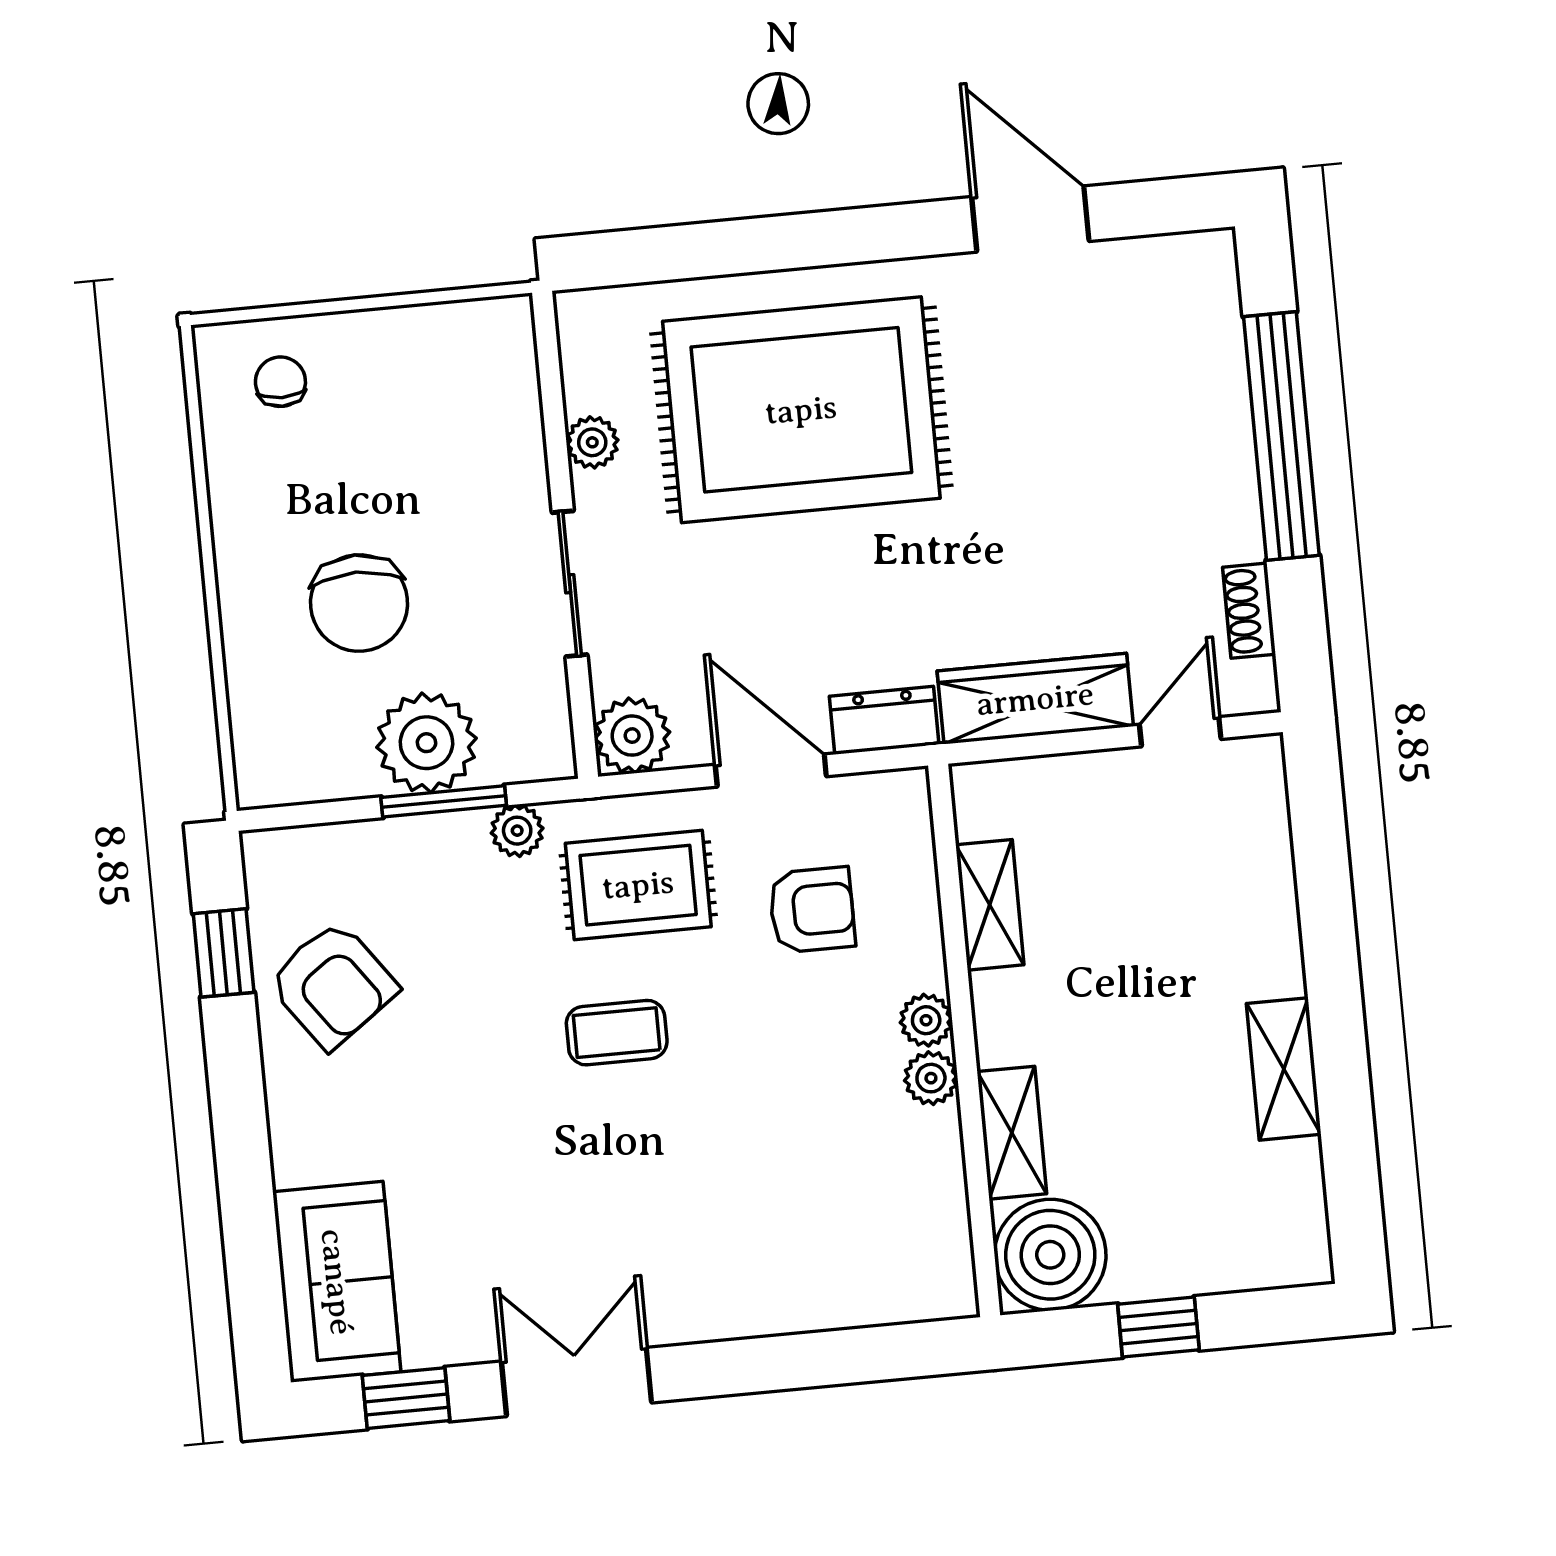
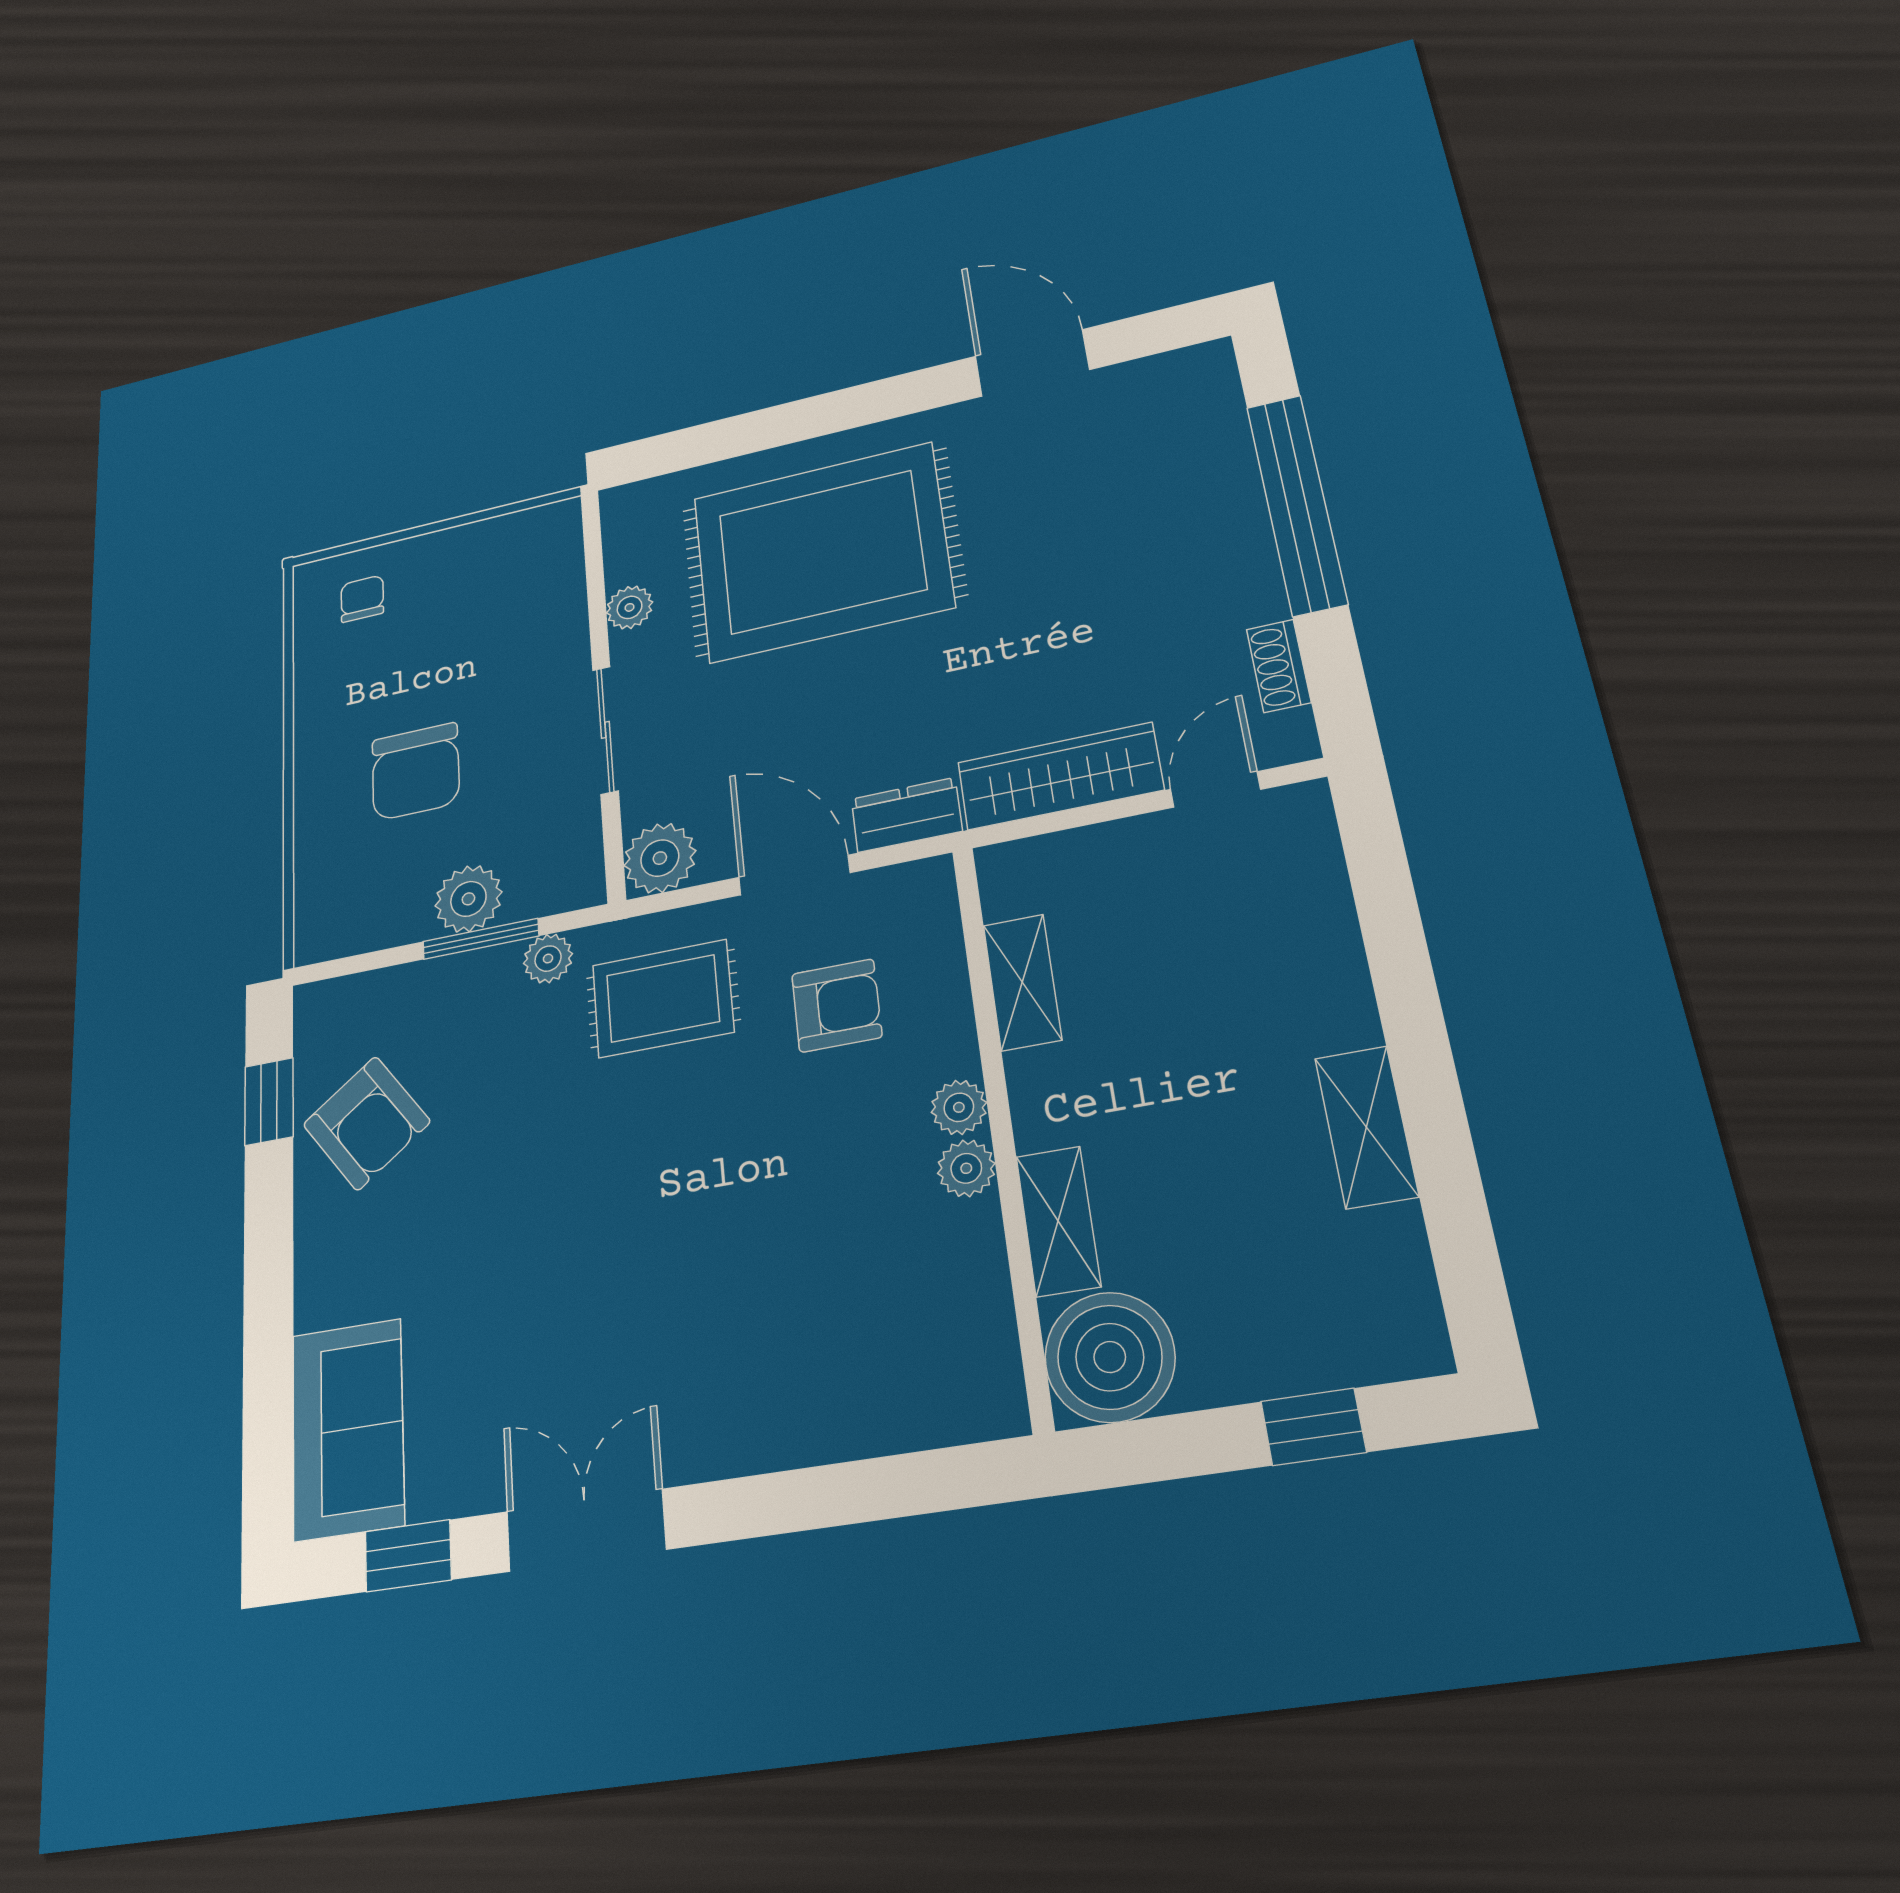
plant: (426, 743) -> (468, 899), width x0.73, depth x0.73
coffee table: (617, 1033) -> (638, 1147), removed
window: (1158, 1327) -> (1313, 1427), moved

